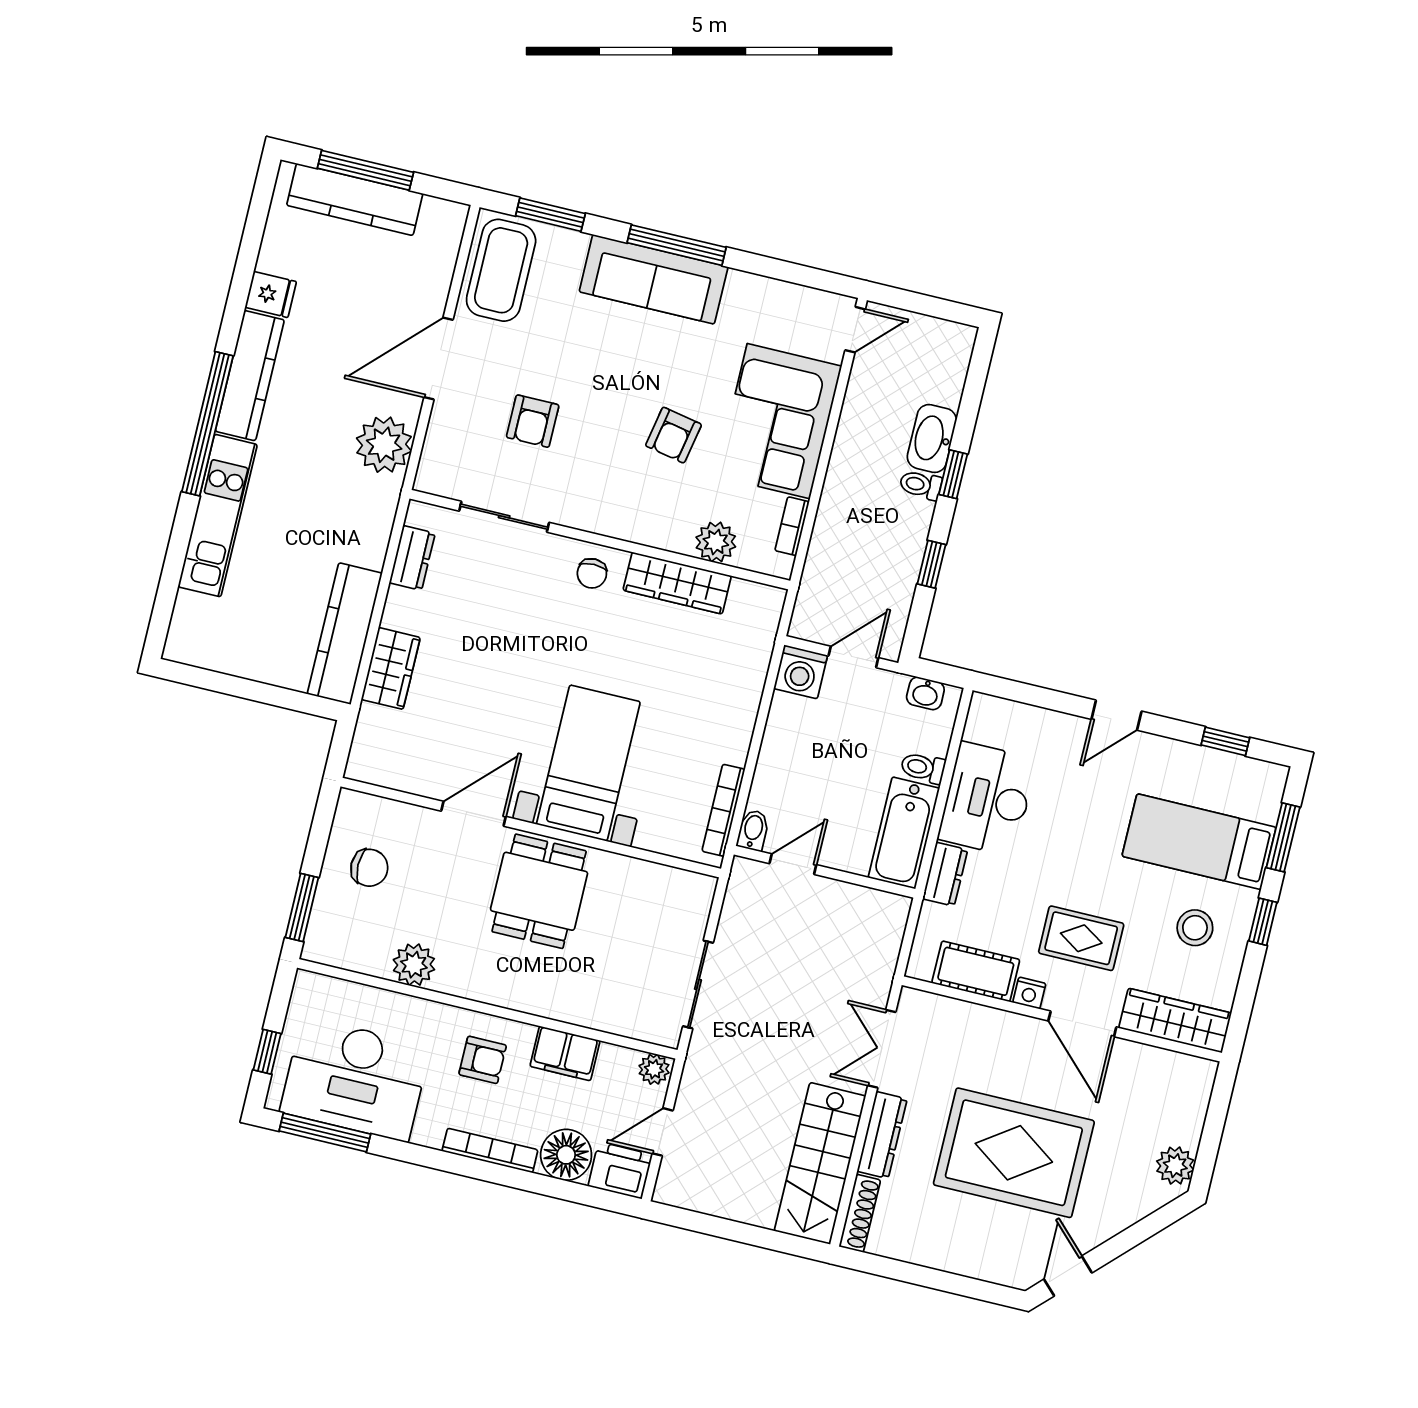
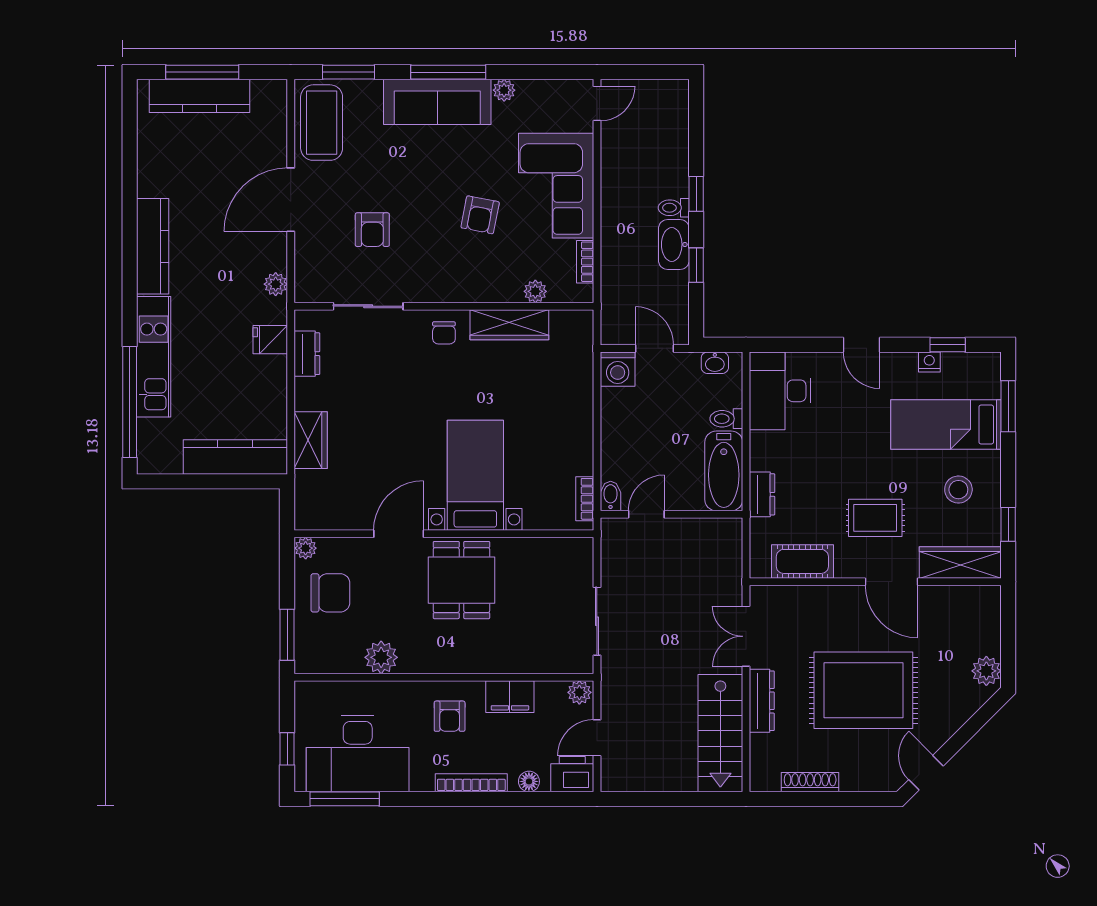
plant: (742, 285) -> (504, 90), added
fridge: (271, 294) -> (270, 340), moved, turned 180
window: (207, 424) -> (130, 402), moved
washbasin: (932, 438) -> (674, 244), moved
plant: (384, 445) -> (276, 284), width x0.53, depth x0.53
plant: (716, 542) -> (535, 291), width x0.73, depth x0.73
kitchen counter: (345, 634) -> (235, 457), moved, turned 90
door: (853, 657) -> (654, 348), hinge flipped
door: (1116, 715) -> (862, 345), hinge flipped
desk: (987, 799) -> (780, 391), moved
plant: (351, 804) -> (306, 548), added
bookcase: (723, 810) -> (585, 499), width x0.64
chair: (369, 868) -> (330, 593), width x1.37, depth x1.37
window: (1263, 922) -> (1008, 524), moved
nightstand: (1029, 993) -> (929, 362), moved, turned 180
armchair: (483, 1060) -> (450, 716), turned 90
floor lamp: (566, 1155) -> (529, 781), width x0.53, depth x0.53
shoe rack: (860, 1213) -> (810, 782), moved, turned -90

